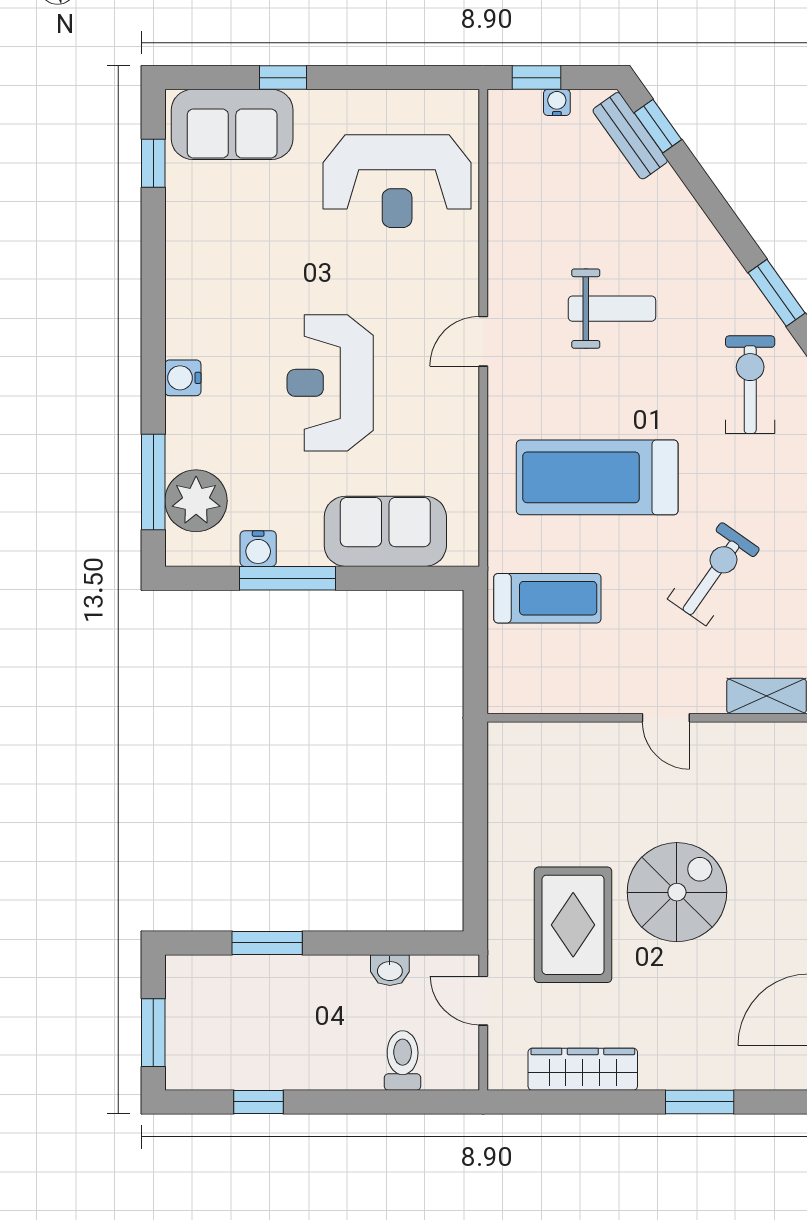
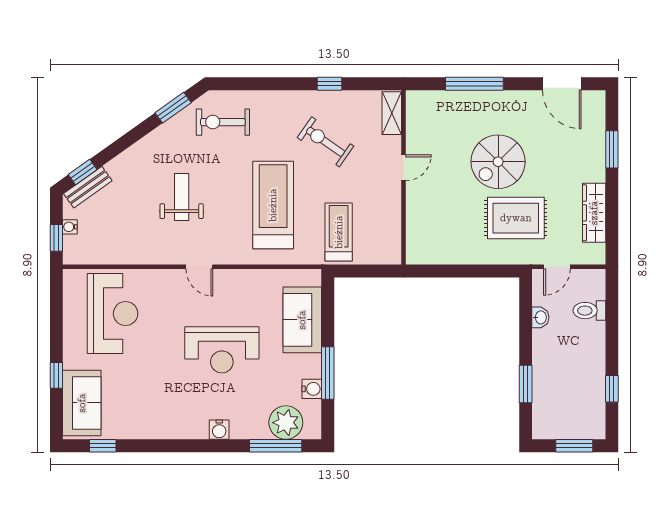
treadmill: (597, 477) -> (273, 205), turned 180
spiral stairs: (677, 892) -> (498, 162), turned -90

